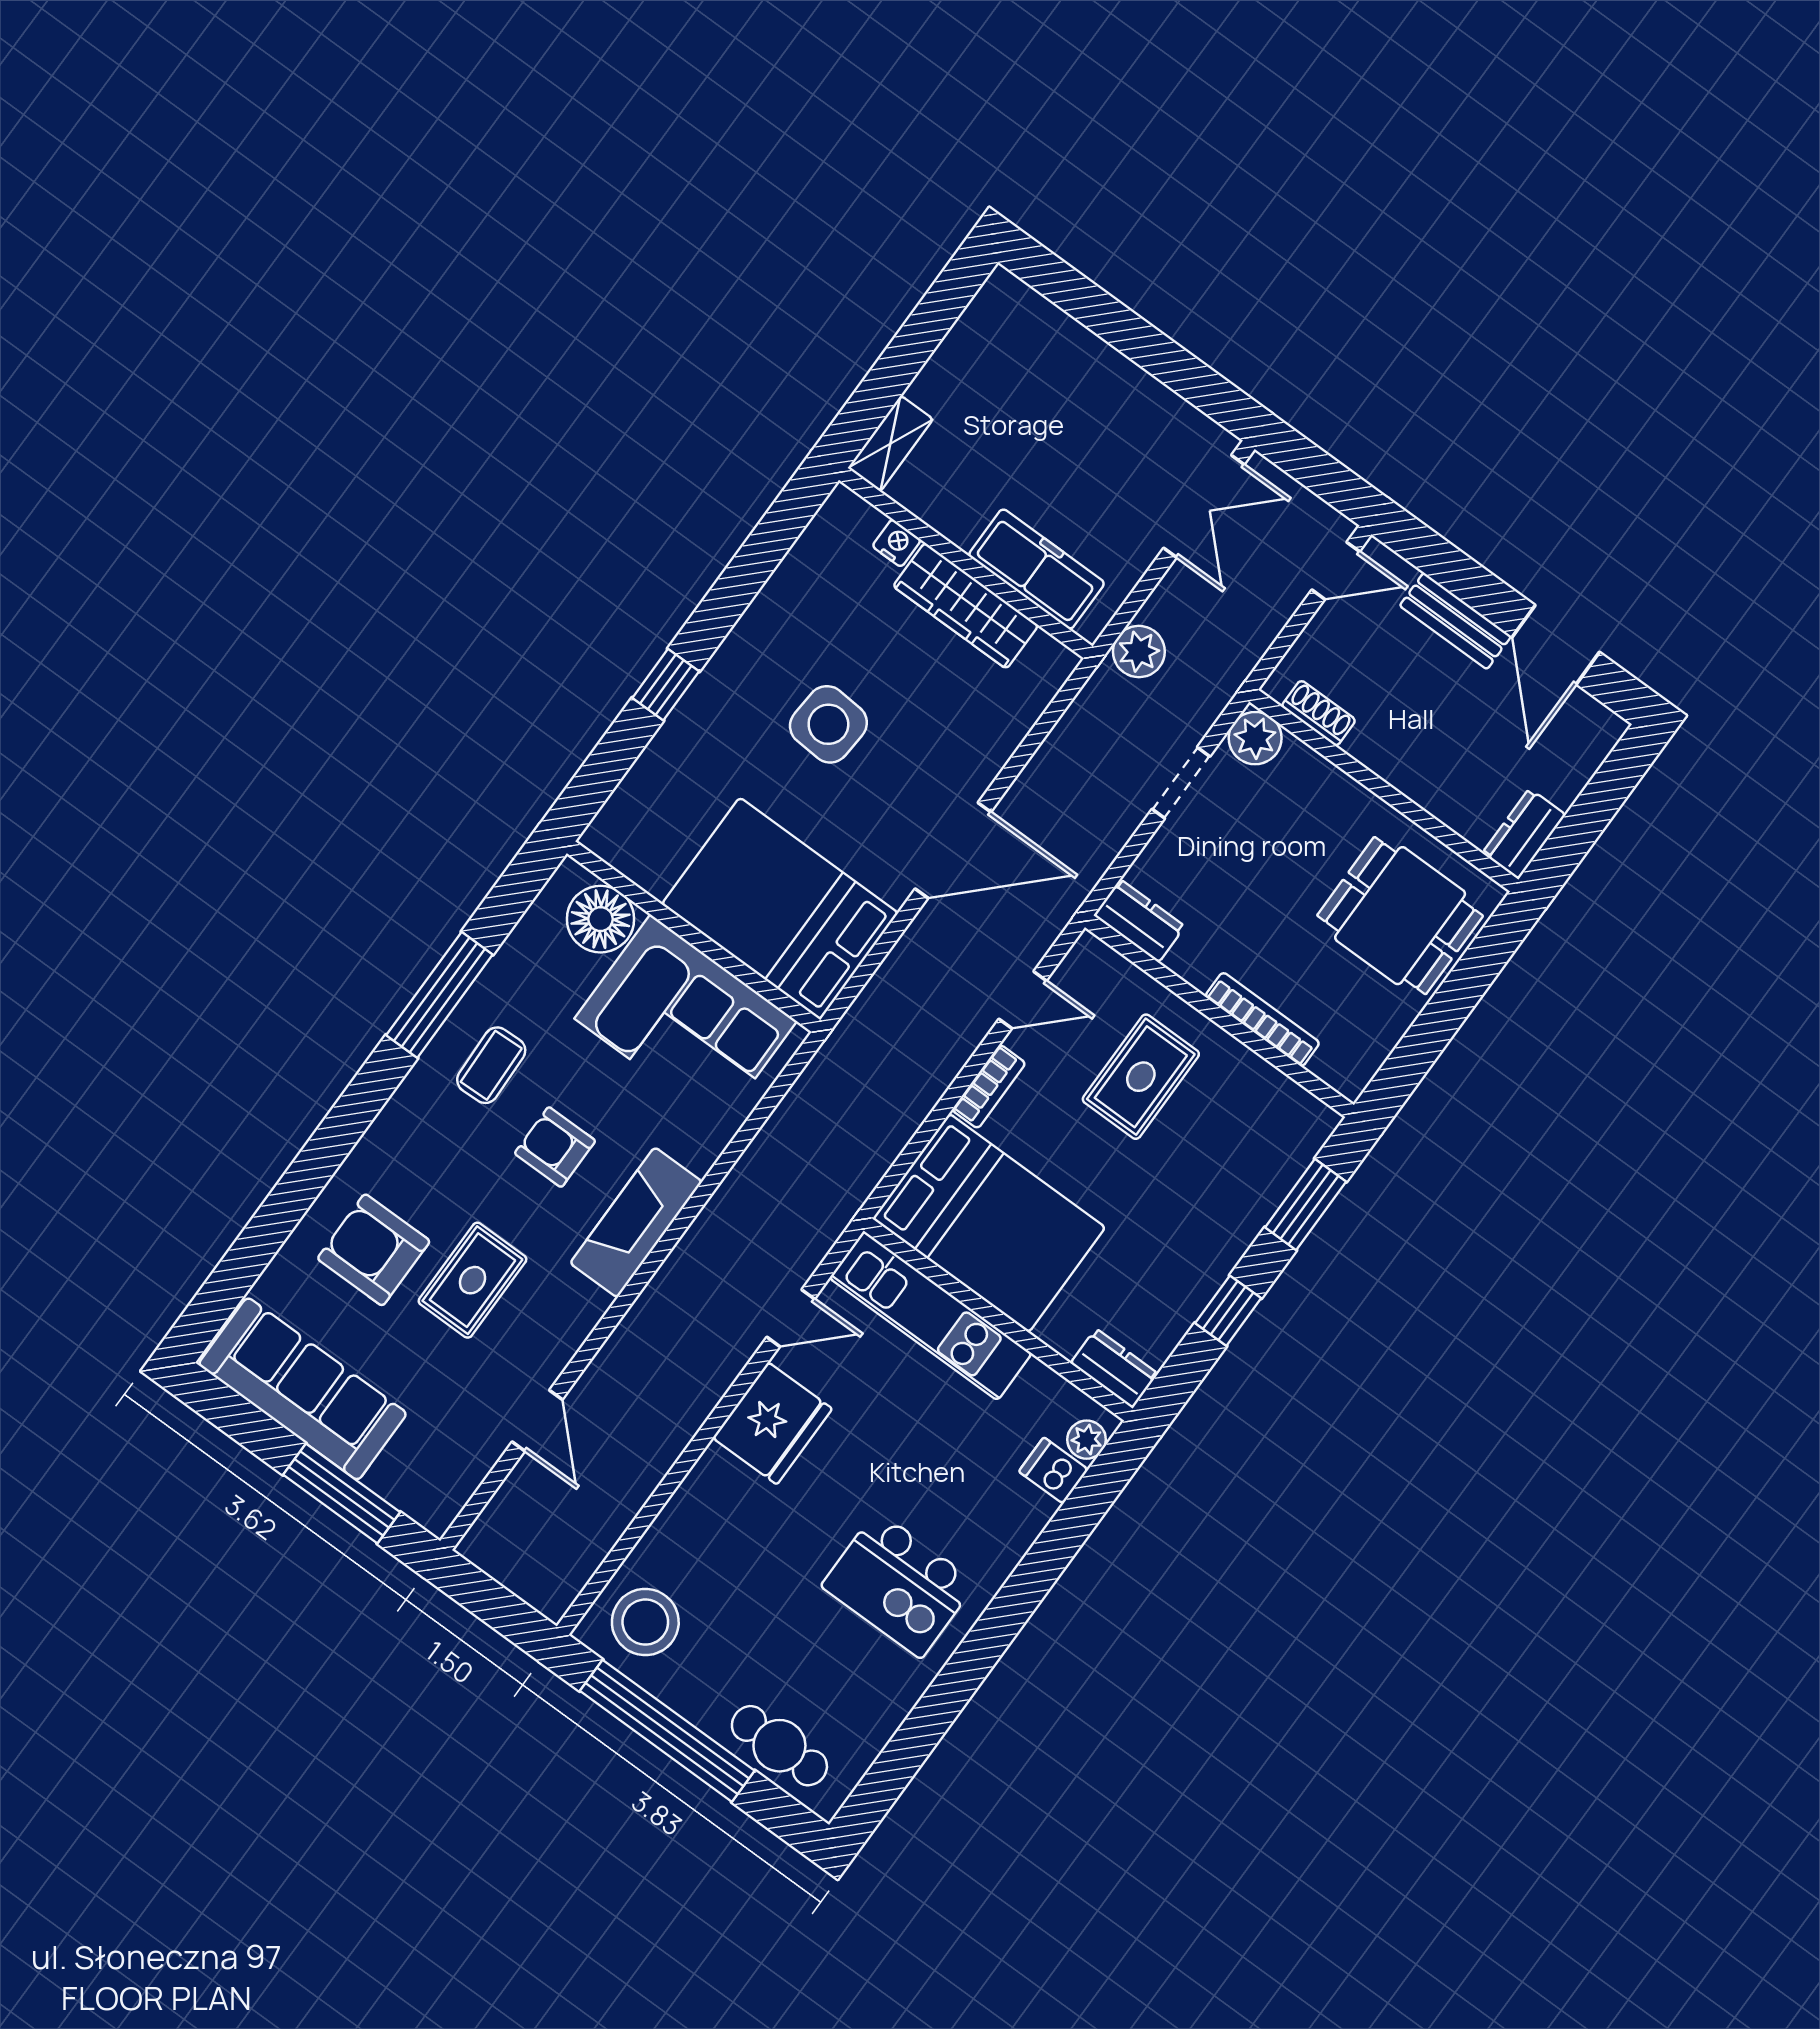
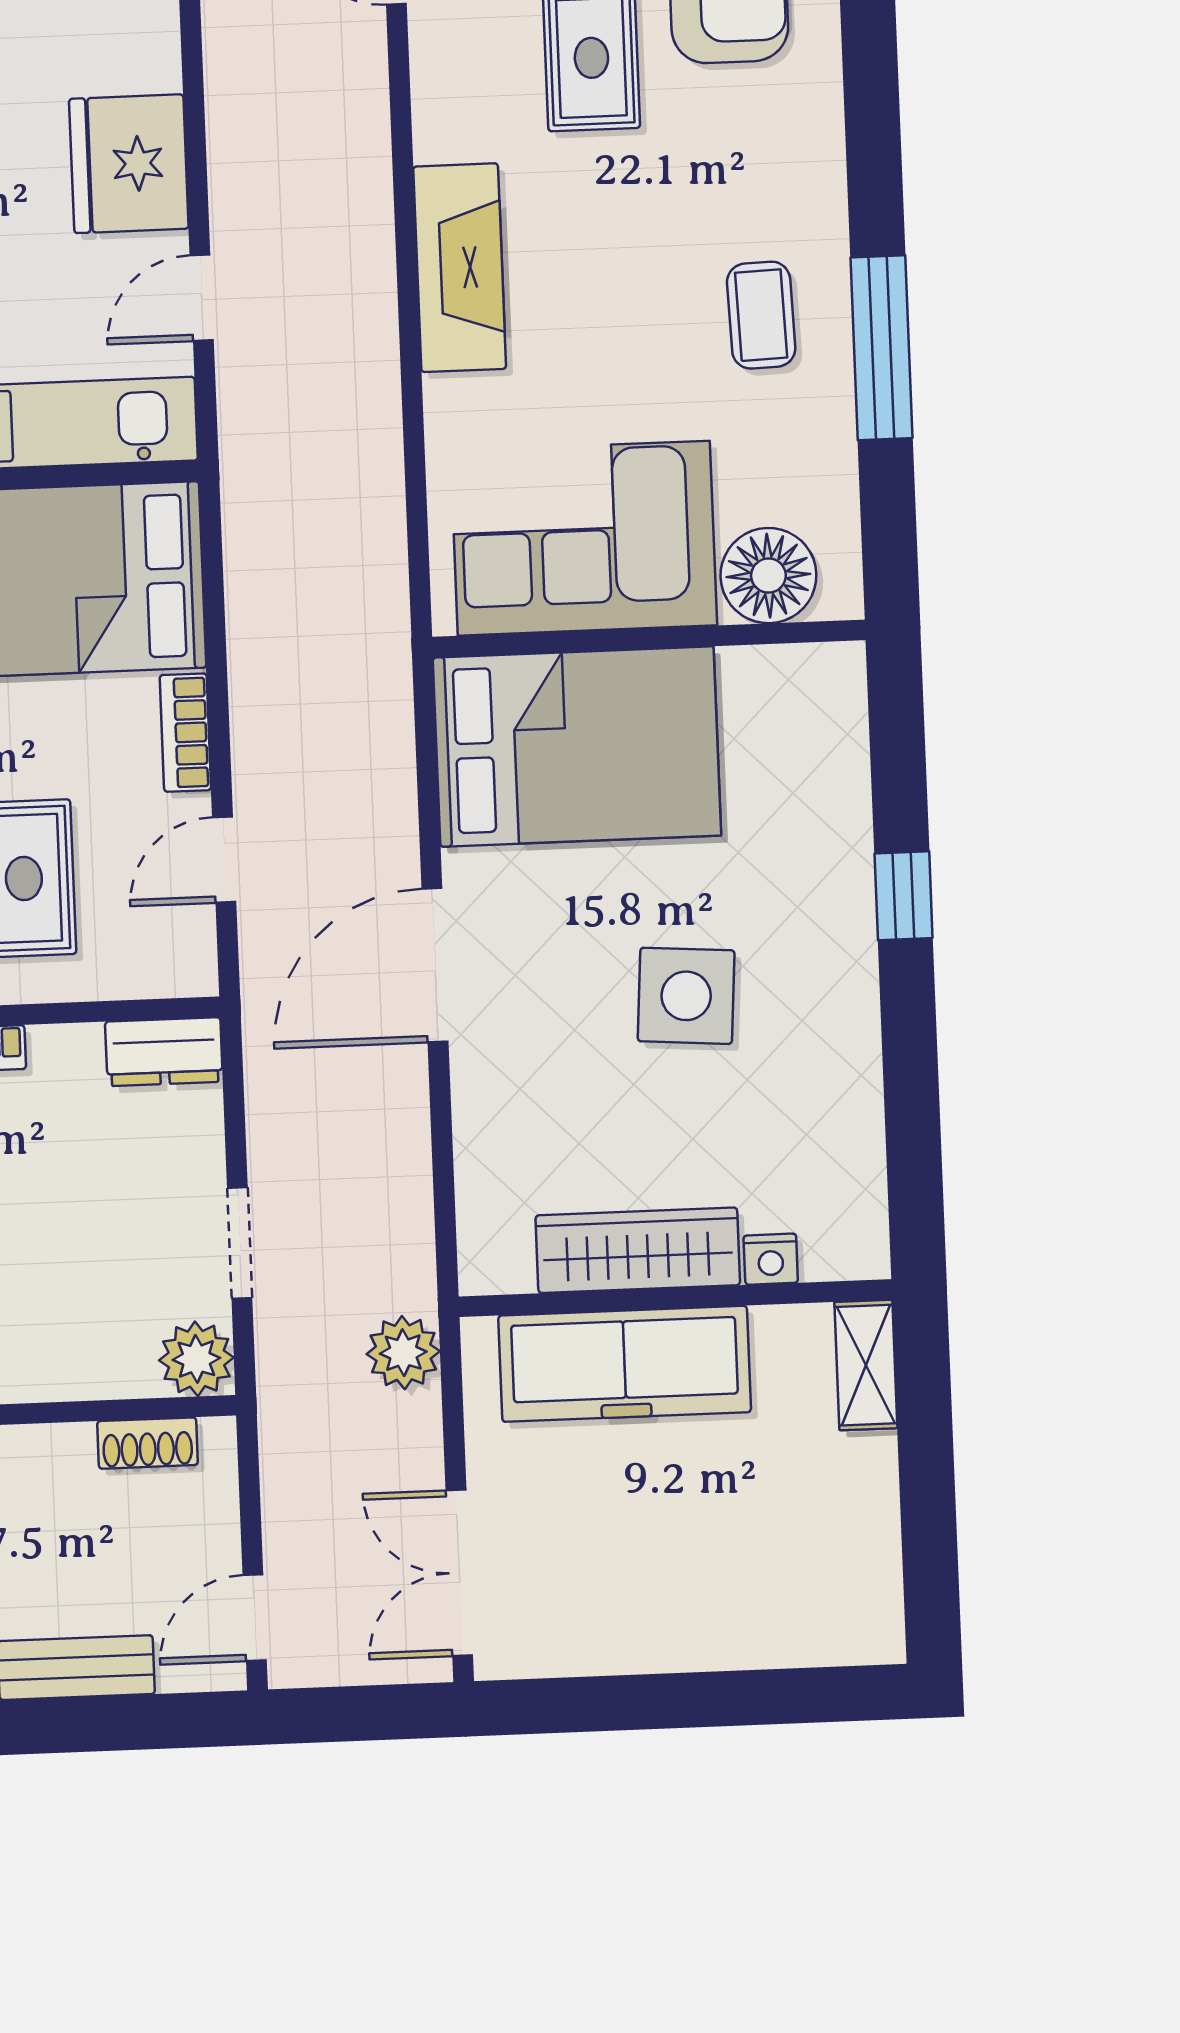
freezer: (1036, 569) -> (625, 1364), width x1.36, depth x1.26
armchair: (555, 1147) -> (617, 280), removed

